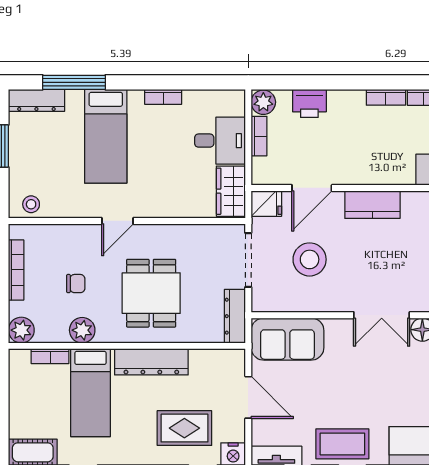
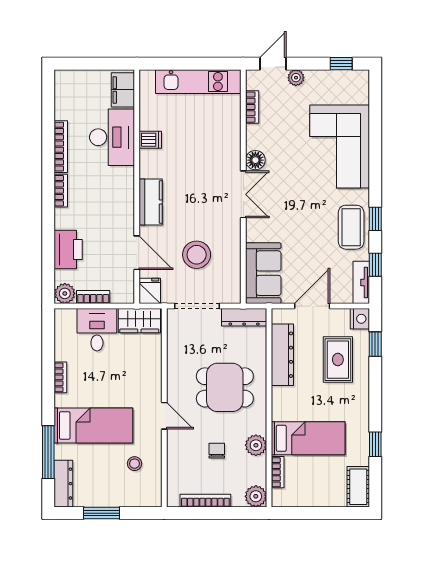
printer: (309, 103) -> (68, 250), width x1.37, depth x1.19
stool: (31, 204) -> (134, 464), moved
dresser: (151, 362) -> (282, 355), moved

